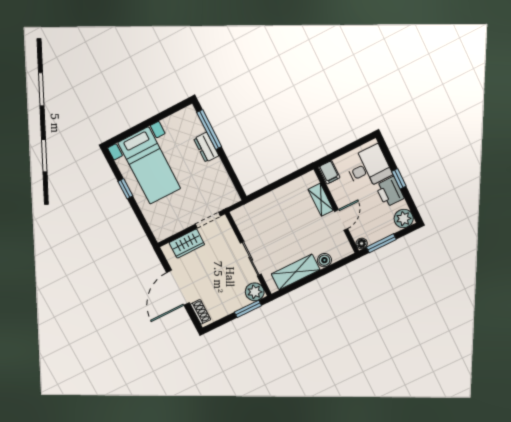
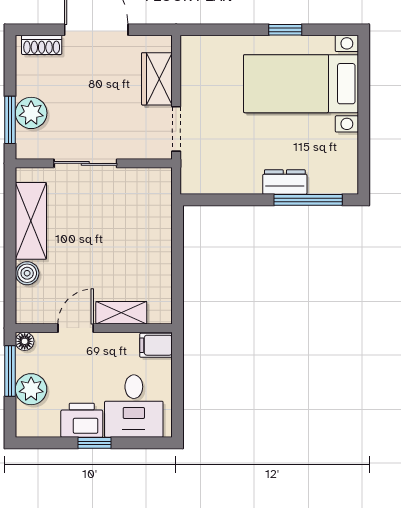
plant: (404, 219) -> (31, 389), moved
door: (341, 220) -> (76, 328), swing flipped
plant: (255, 292) -> (31, 113), moved

